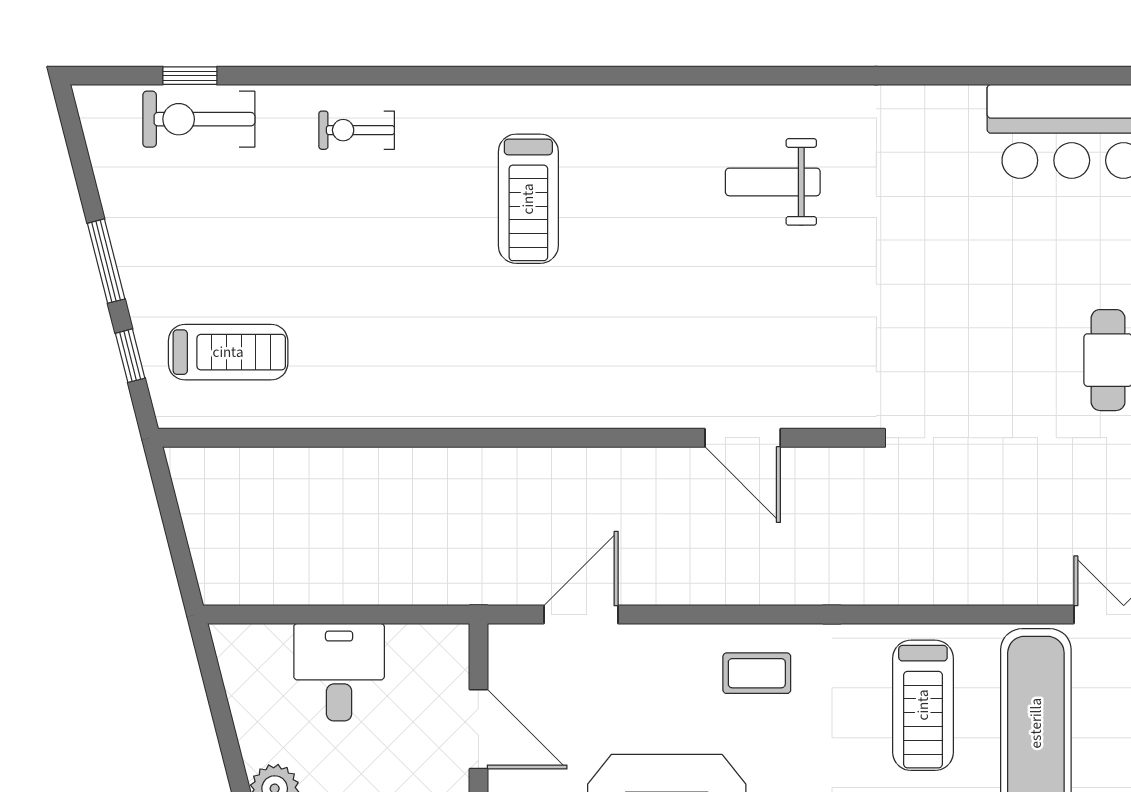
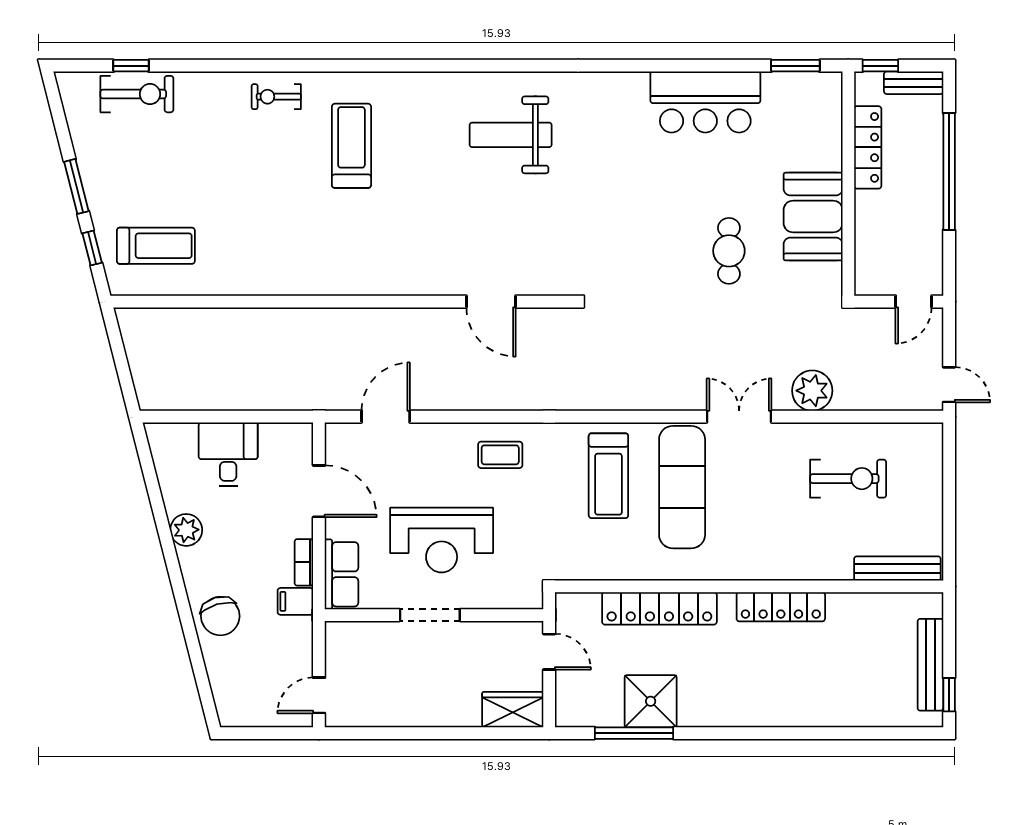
exercise bike: (199, 119) -> (137, 94), turned 180
exercise bike: (357, 130) -> (276, 97), moved
weight bench: (773, 182) -> (511, 135), width x1.36, depth x1.33
treadmill: (528, 199) -> (351, 146), turned 180

